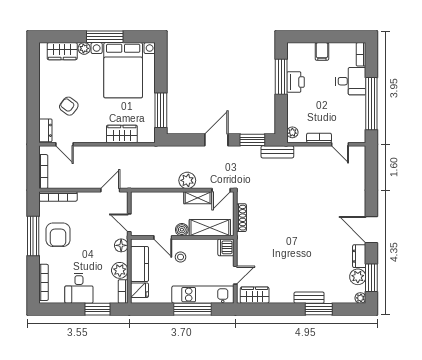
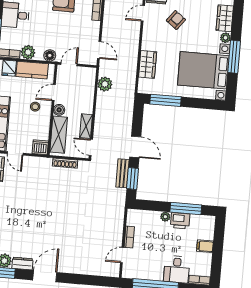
plant: (292, 132) -> (165, 217), moved
bench: (277, 152) -> (122, 173), moved
plant: (187, 180) -> (105, 84), moved

